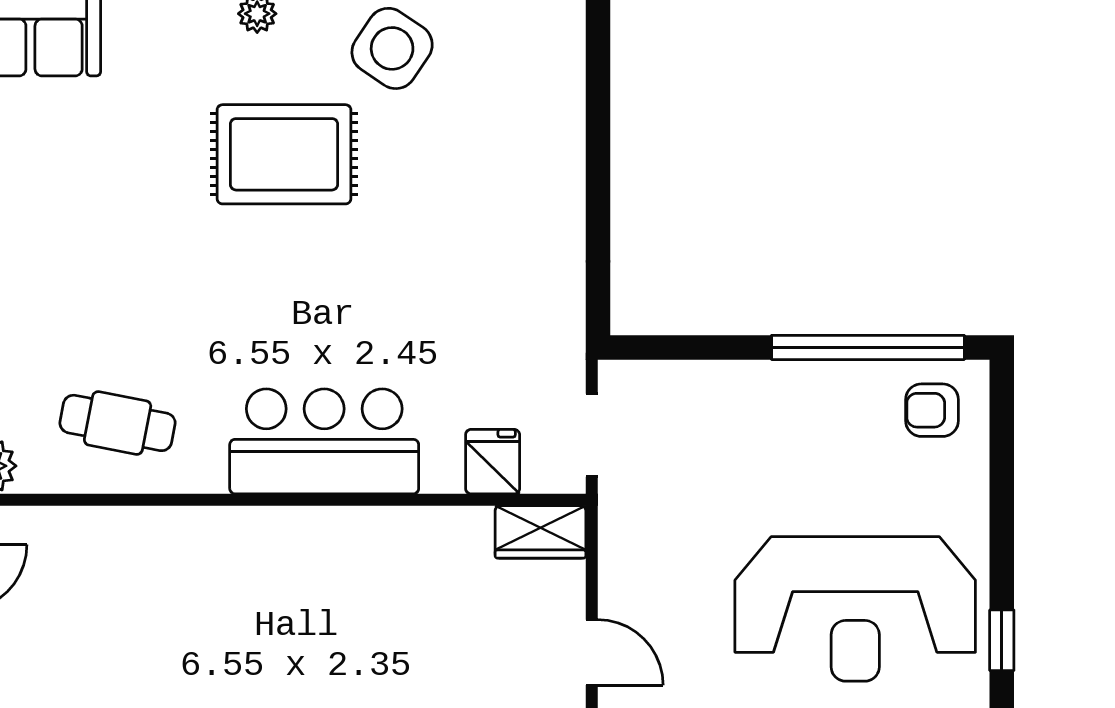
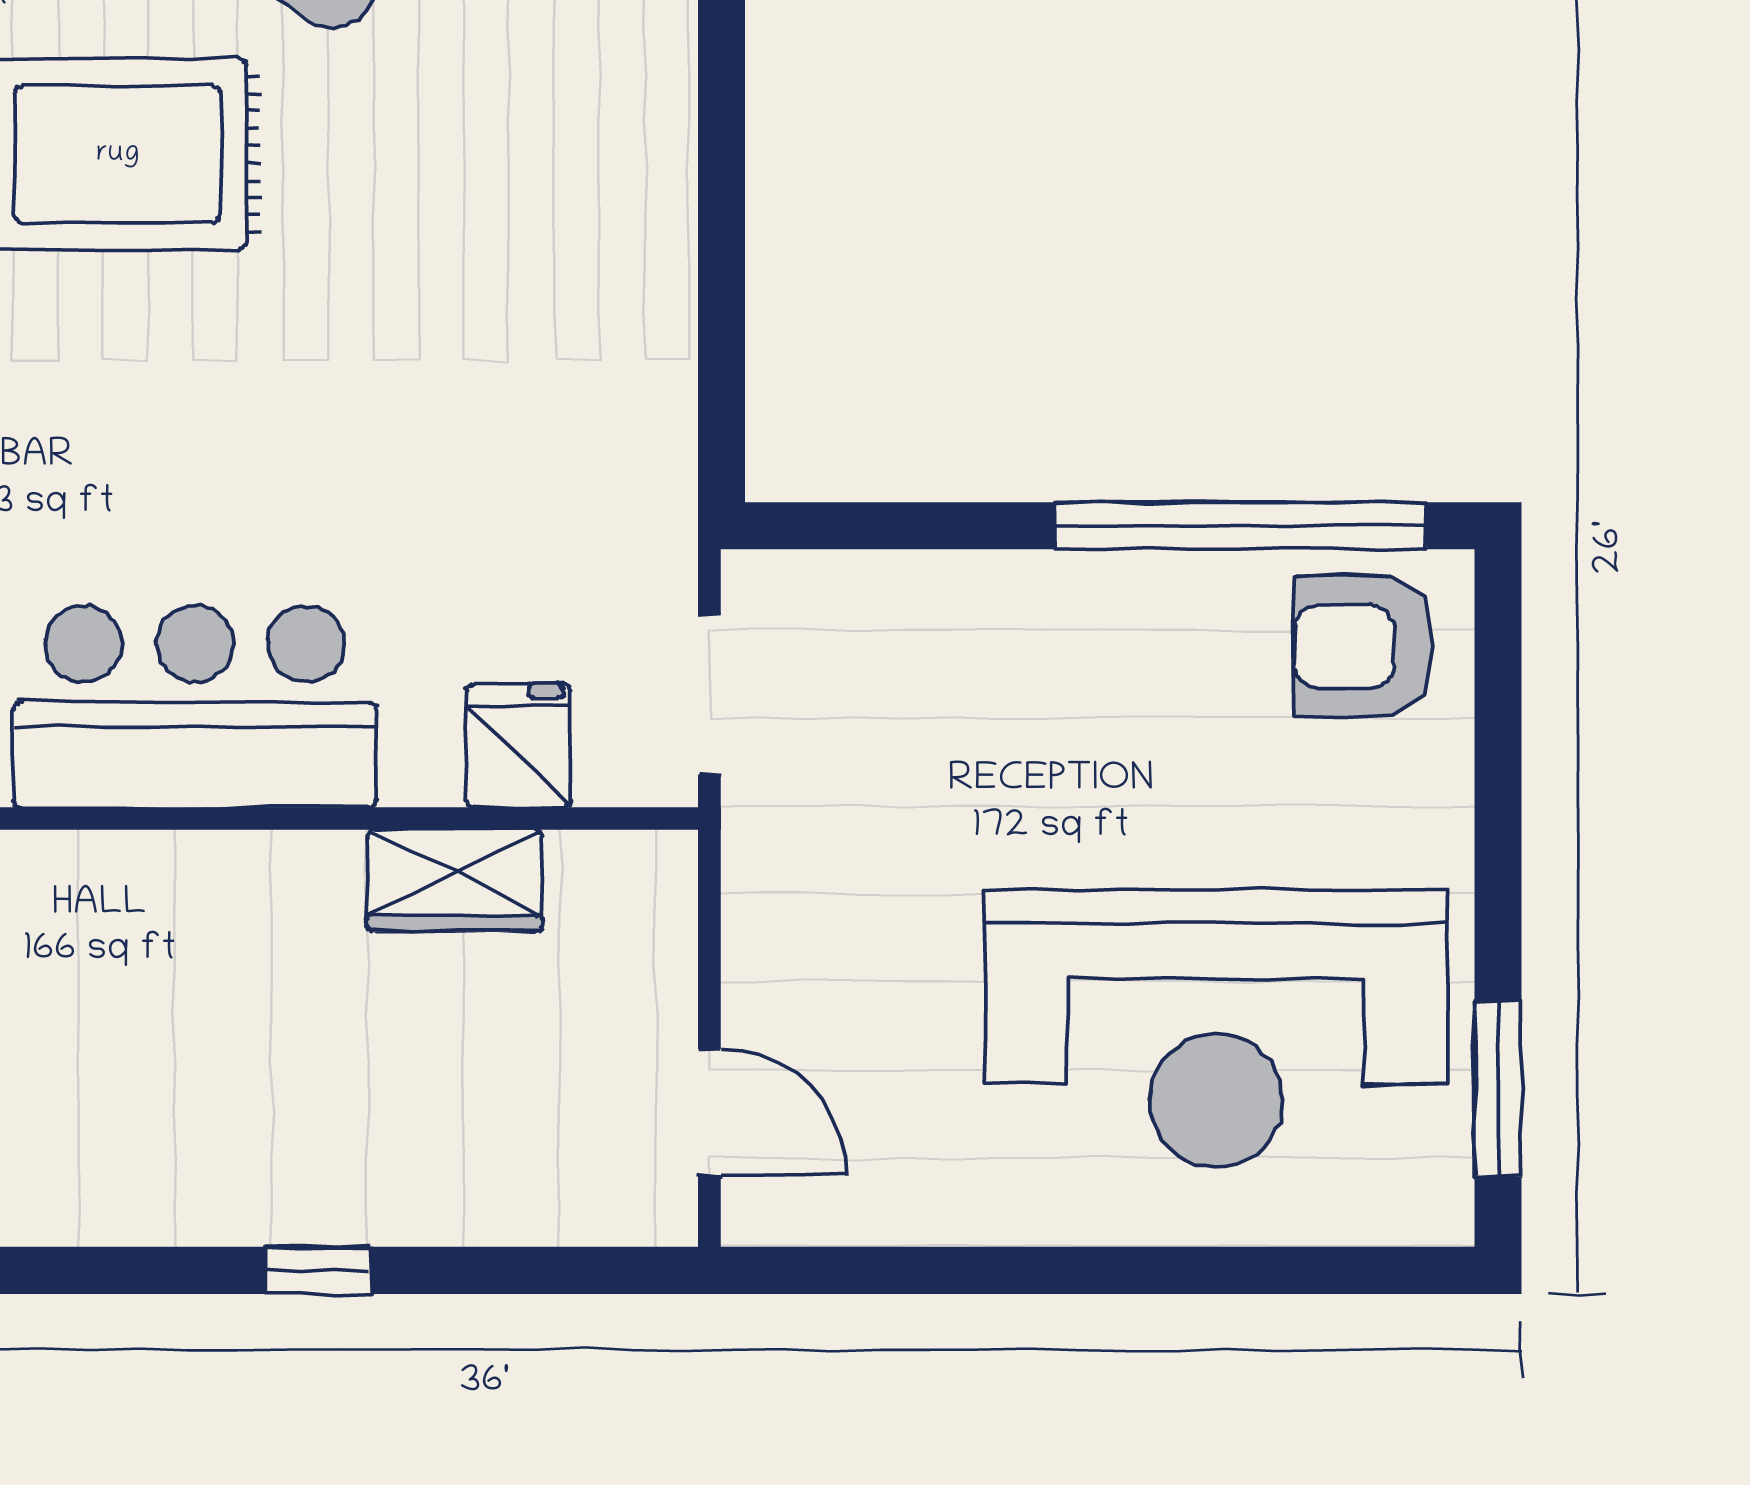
armchair: (932, 410) -> (1364, 646), width x1.38, depth x1.38
wardrobe: (540, 532) -> (455, 880), moved
window: (1002, 640) -> (1498, 1089), width x1.50

